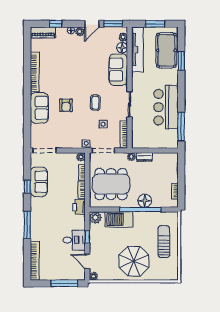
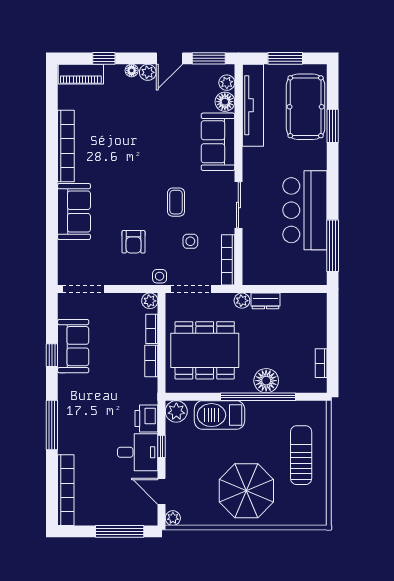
armchair: (66, 105) -> (134, 242), moved
printer: (79, 207) -> (146, 419), moved

